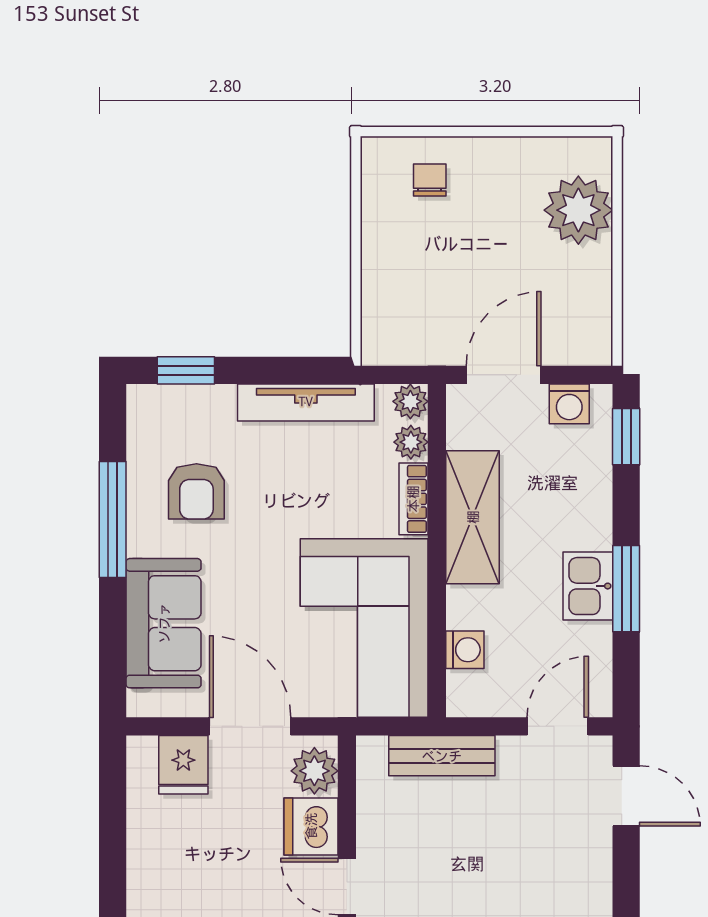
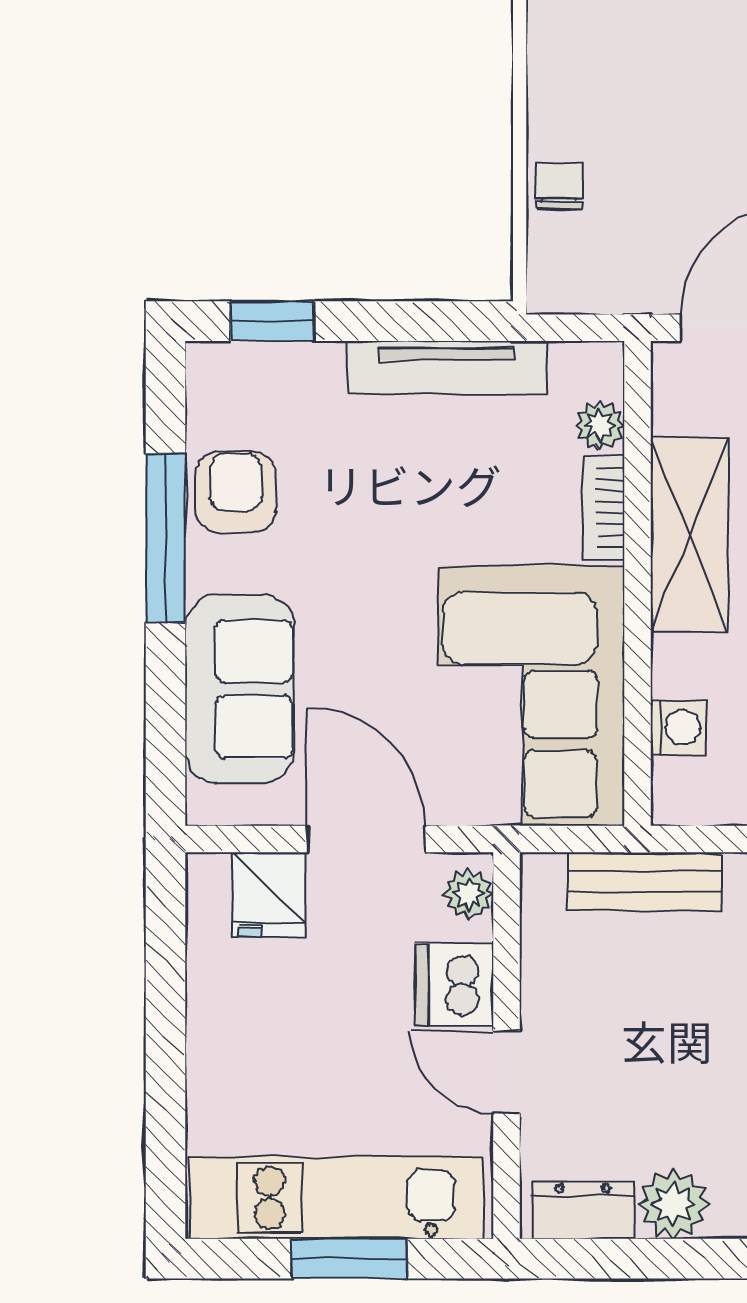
chair: (430, 180) -> (559, 186), moved
plant: (410, 401) -> (599, 366), removed
armchair: (196, 491) -> (235, 492), moved, turned 180
plant: (314, 771) -> (469, 894), width x0.73, depth x0.73

